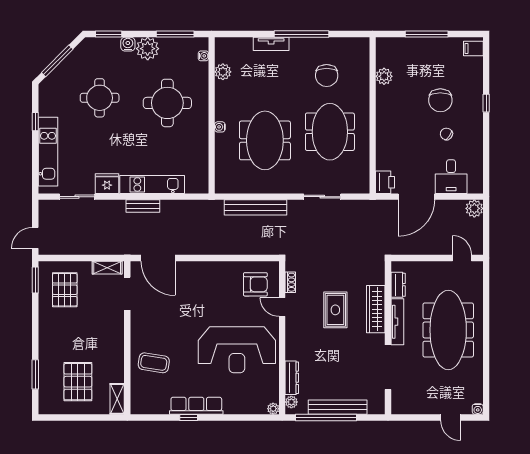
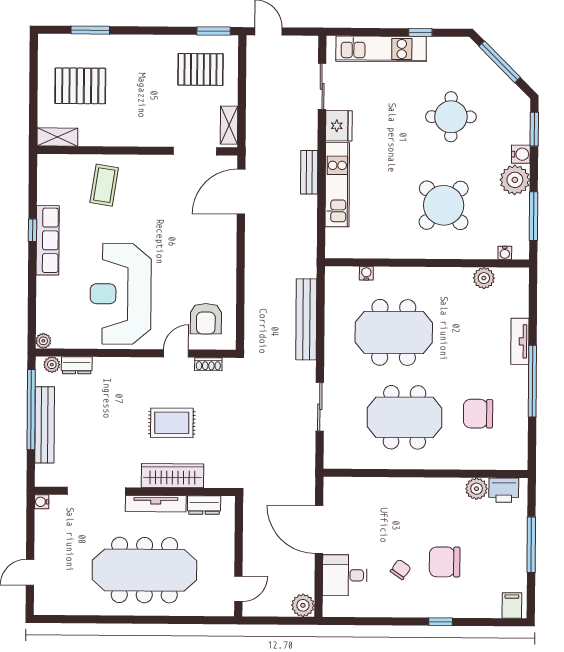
round table: (167, 103) -> (444, 205), turned 45
water cooler: (220, 127) -> (366, 273), moved
printer: (385, 182) -> (504, 490), moved
dresser: (292, 378) -> (77, 365), width x0.70
water cooler: (478, 409) -> (42, 502), moved

